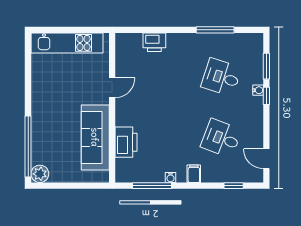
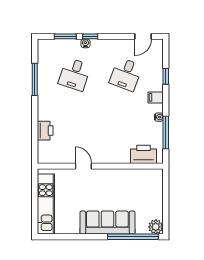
sofa: (95, 137) -> (107, 223), moved, turned 180
printer: (126, 142) -> (144, 154), moved
window: (234, 186) -> (166, 76), moved

